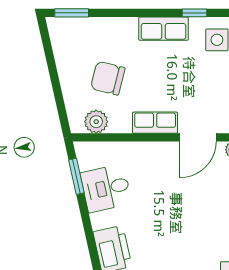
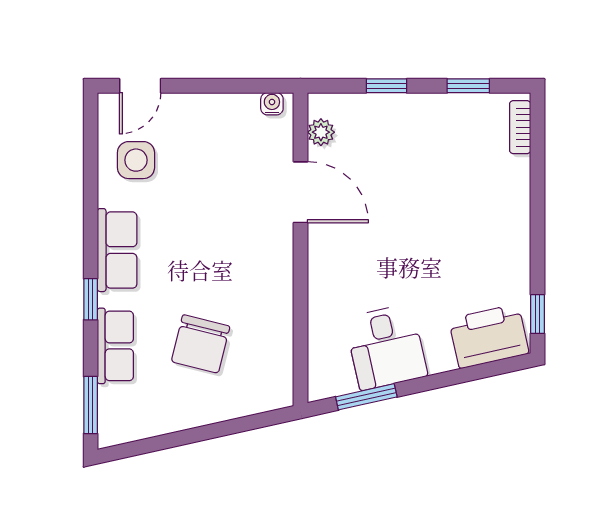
window: (195, 13) -> (91, 299), moved
plant: (96, 122) -> (274, 364), removed
row of seats: (155, 123) -> (115, 346), moved, turned 180

